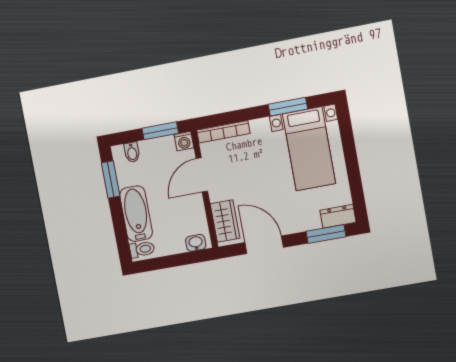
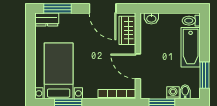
washing machine: (184, 141) -> (173, 93), moved
door: (202, 175) -> (138, 66), swing flipped

